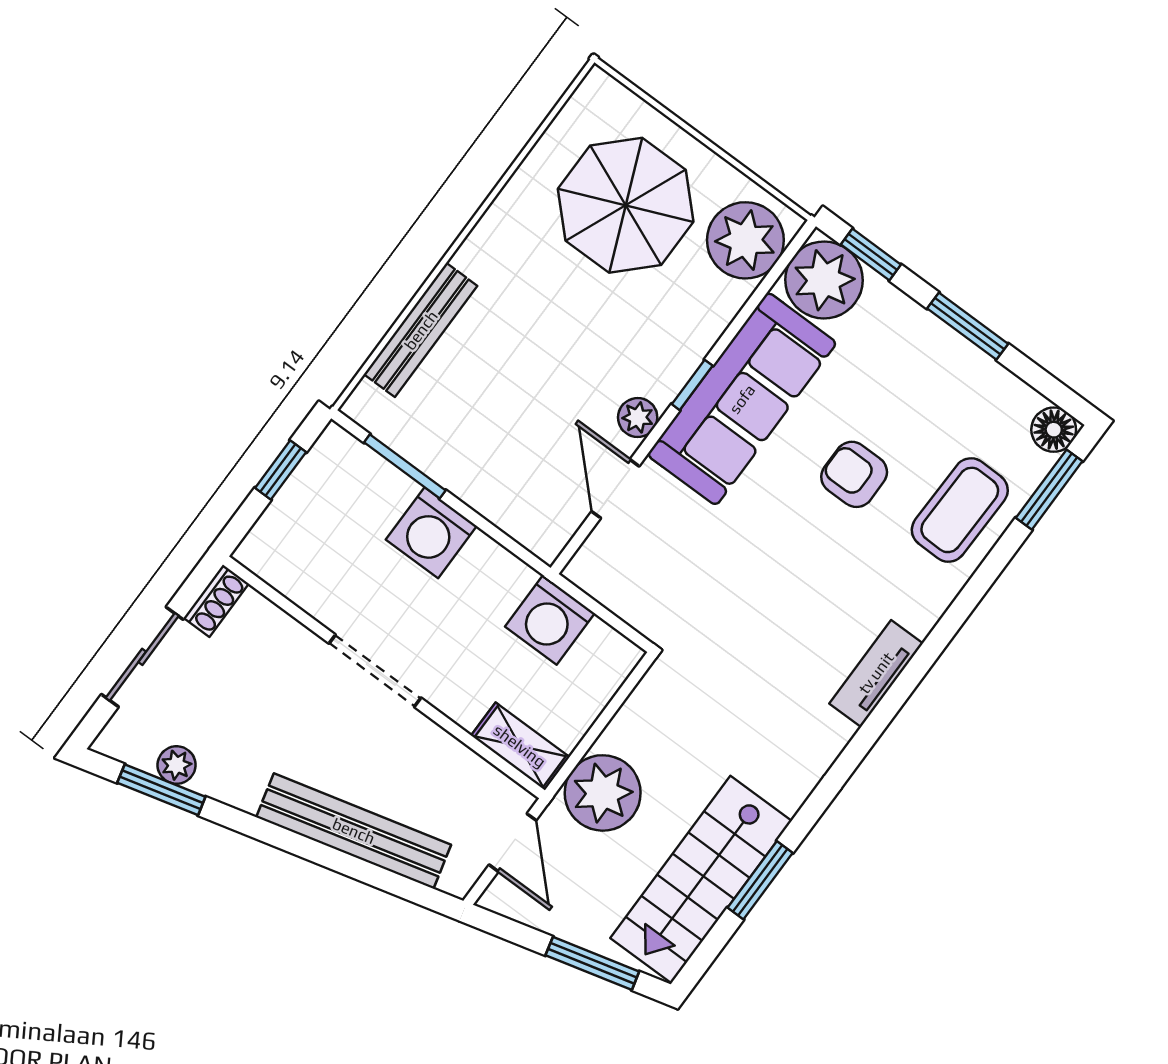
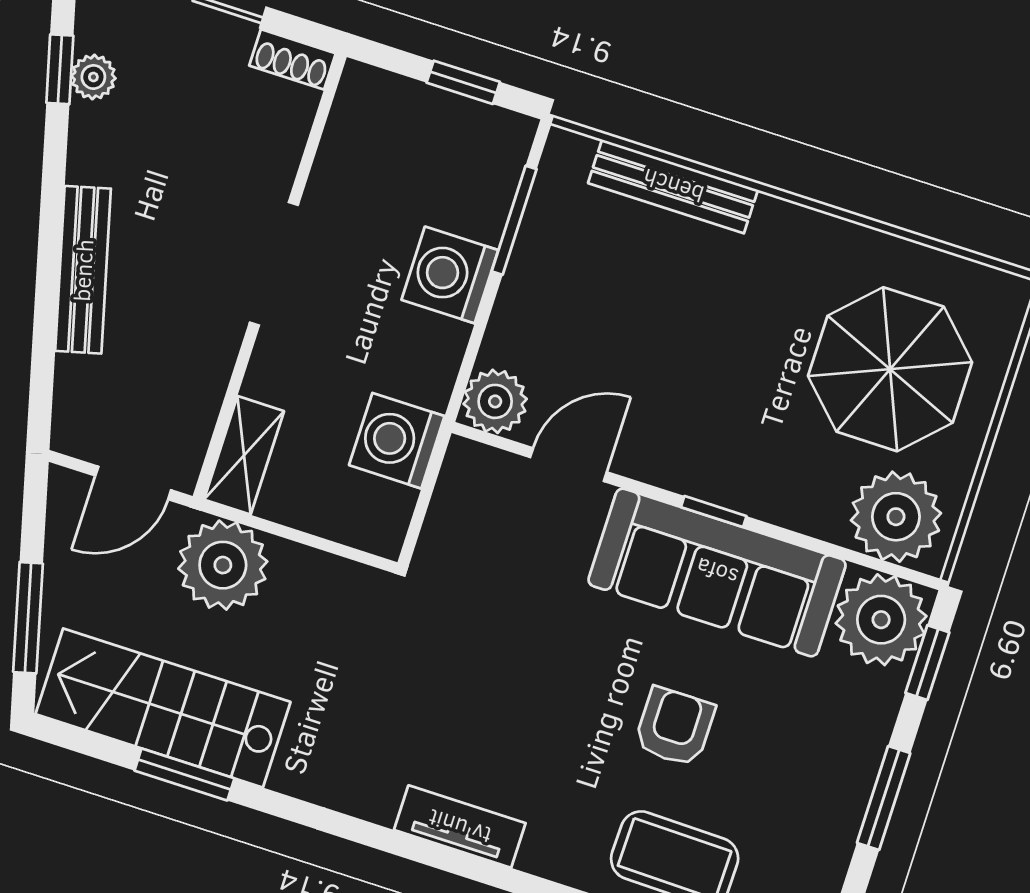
plant: (638, 418) -> (495, 401), moved, width x1.38, depth x1.38
window: (161, 790) -> (60, 69), width x0.67
bench: (354, 831) -> (83, 270), width x0.73, depth x0.82

